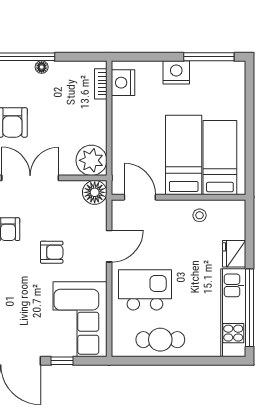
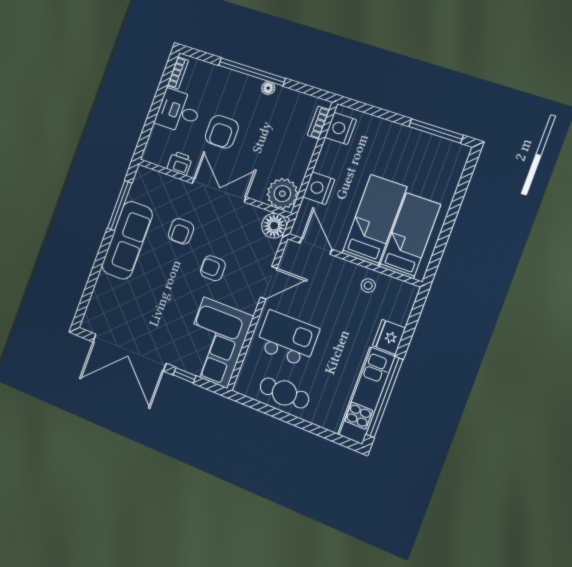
nightstand: (176, 72) -> (319, 188), moved, turned -90
armchair: (52, 252) -> (213, 268), turned 180

